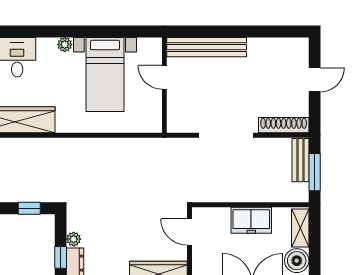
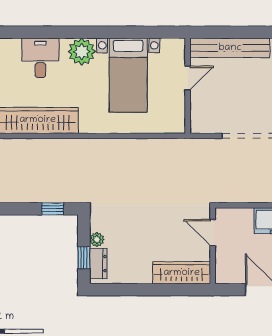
plant: (65, 45) -> (82, 52), width x1.87, depth x1.87
door: (164, 77) -> (188, 78), swing flipped

